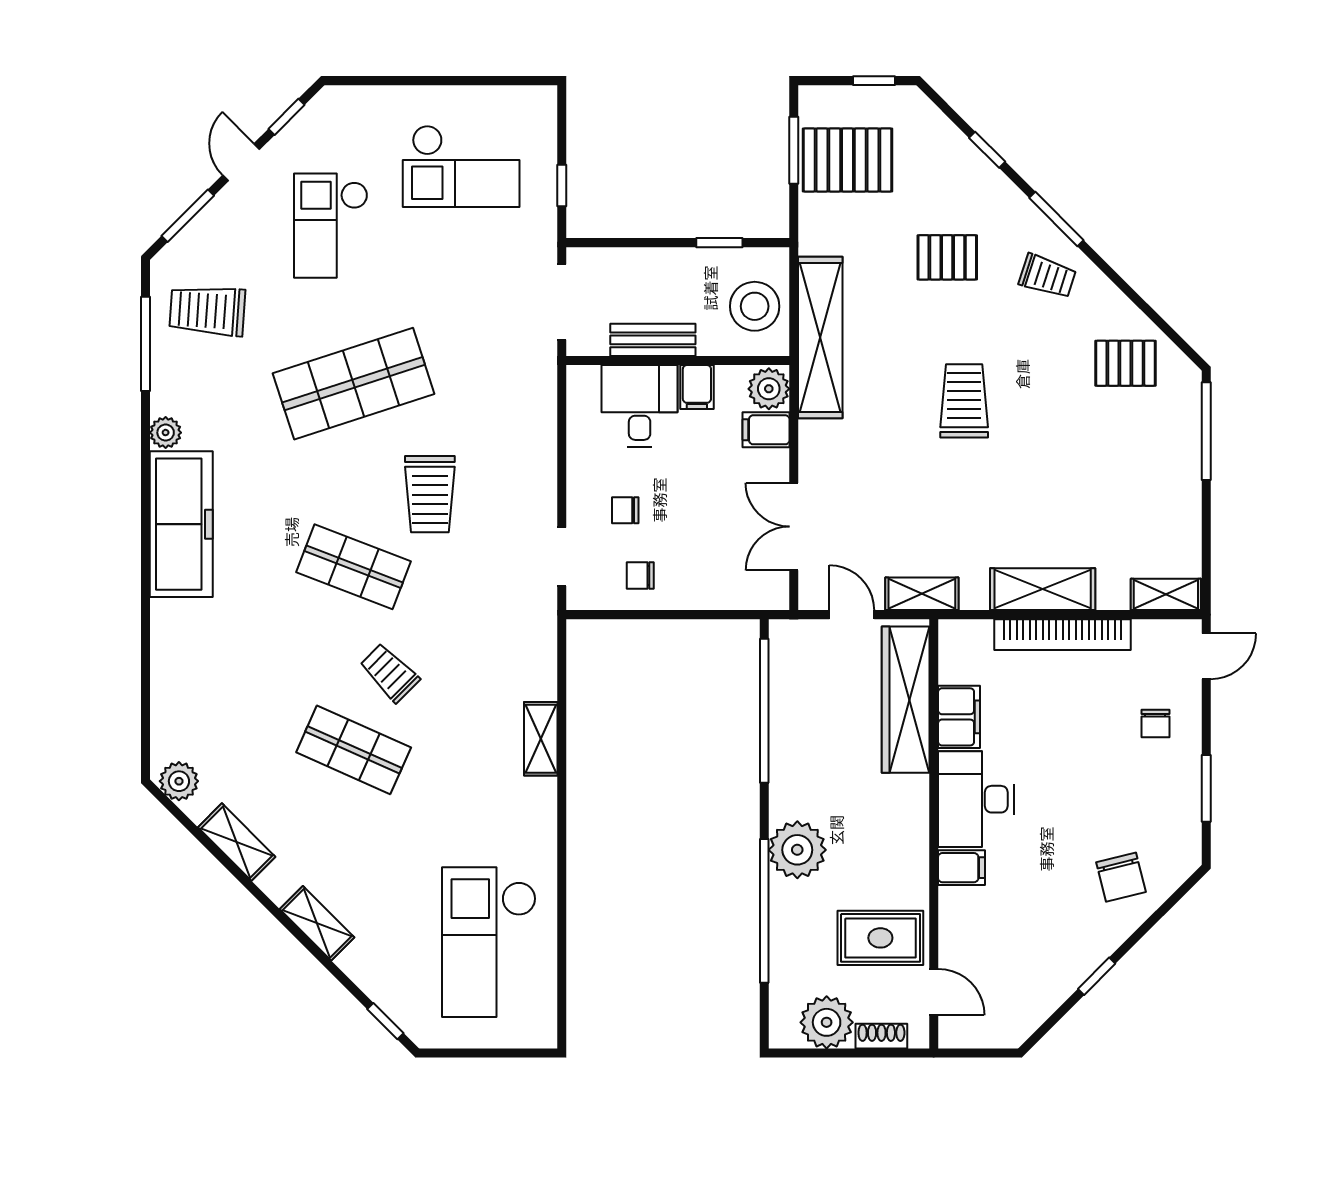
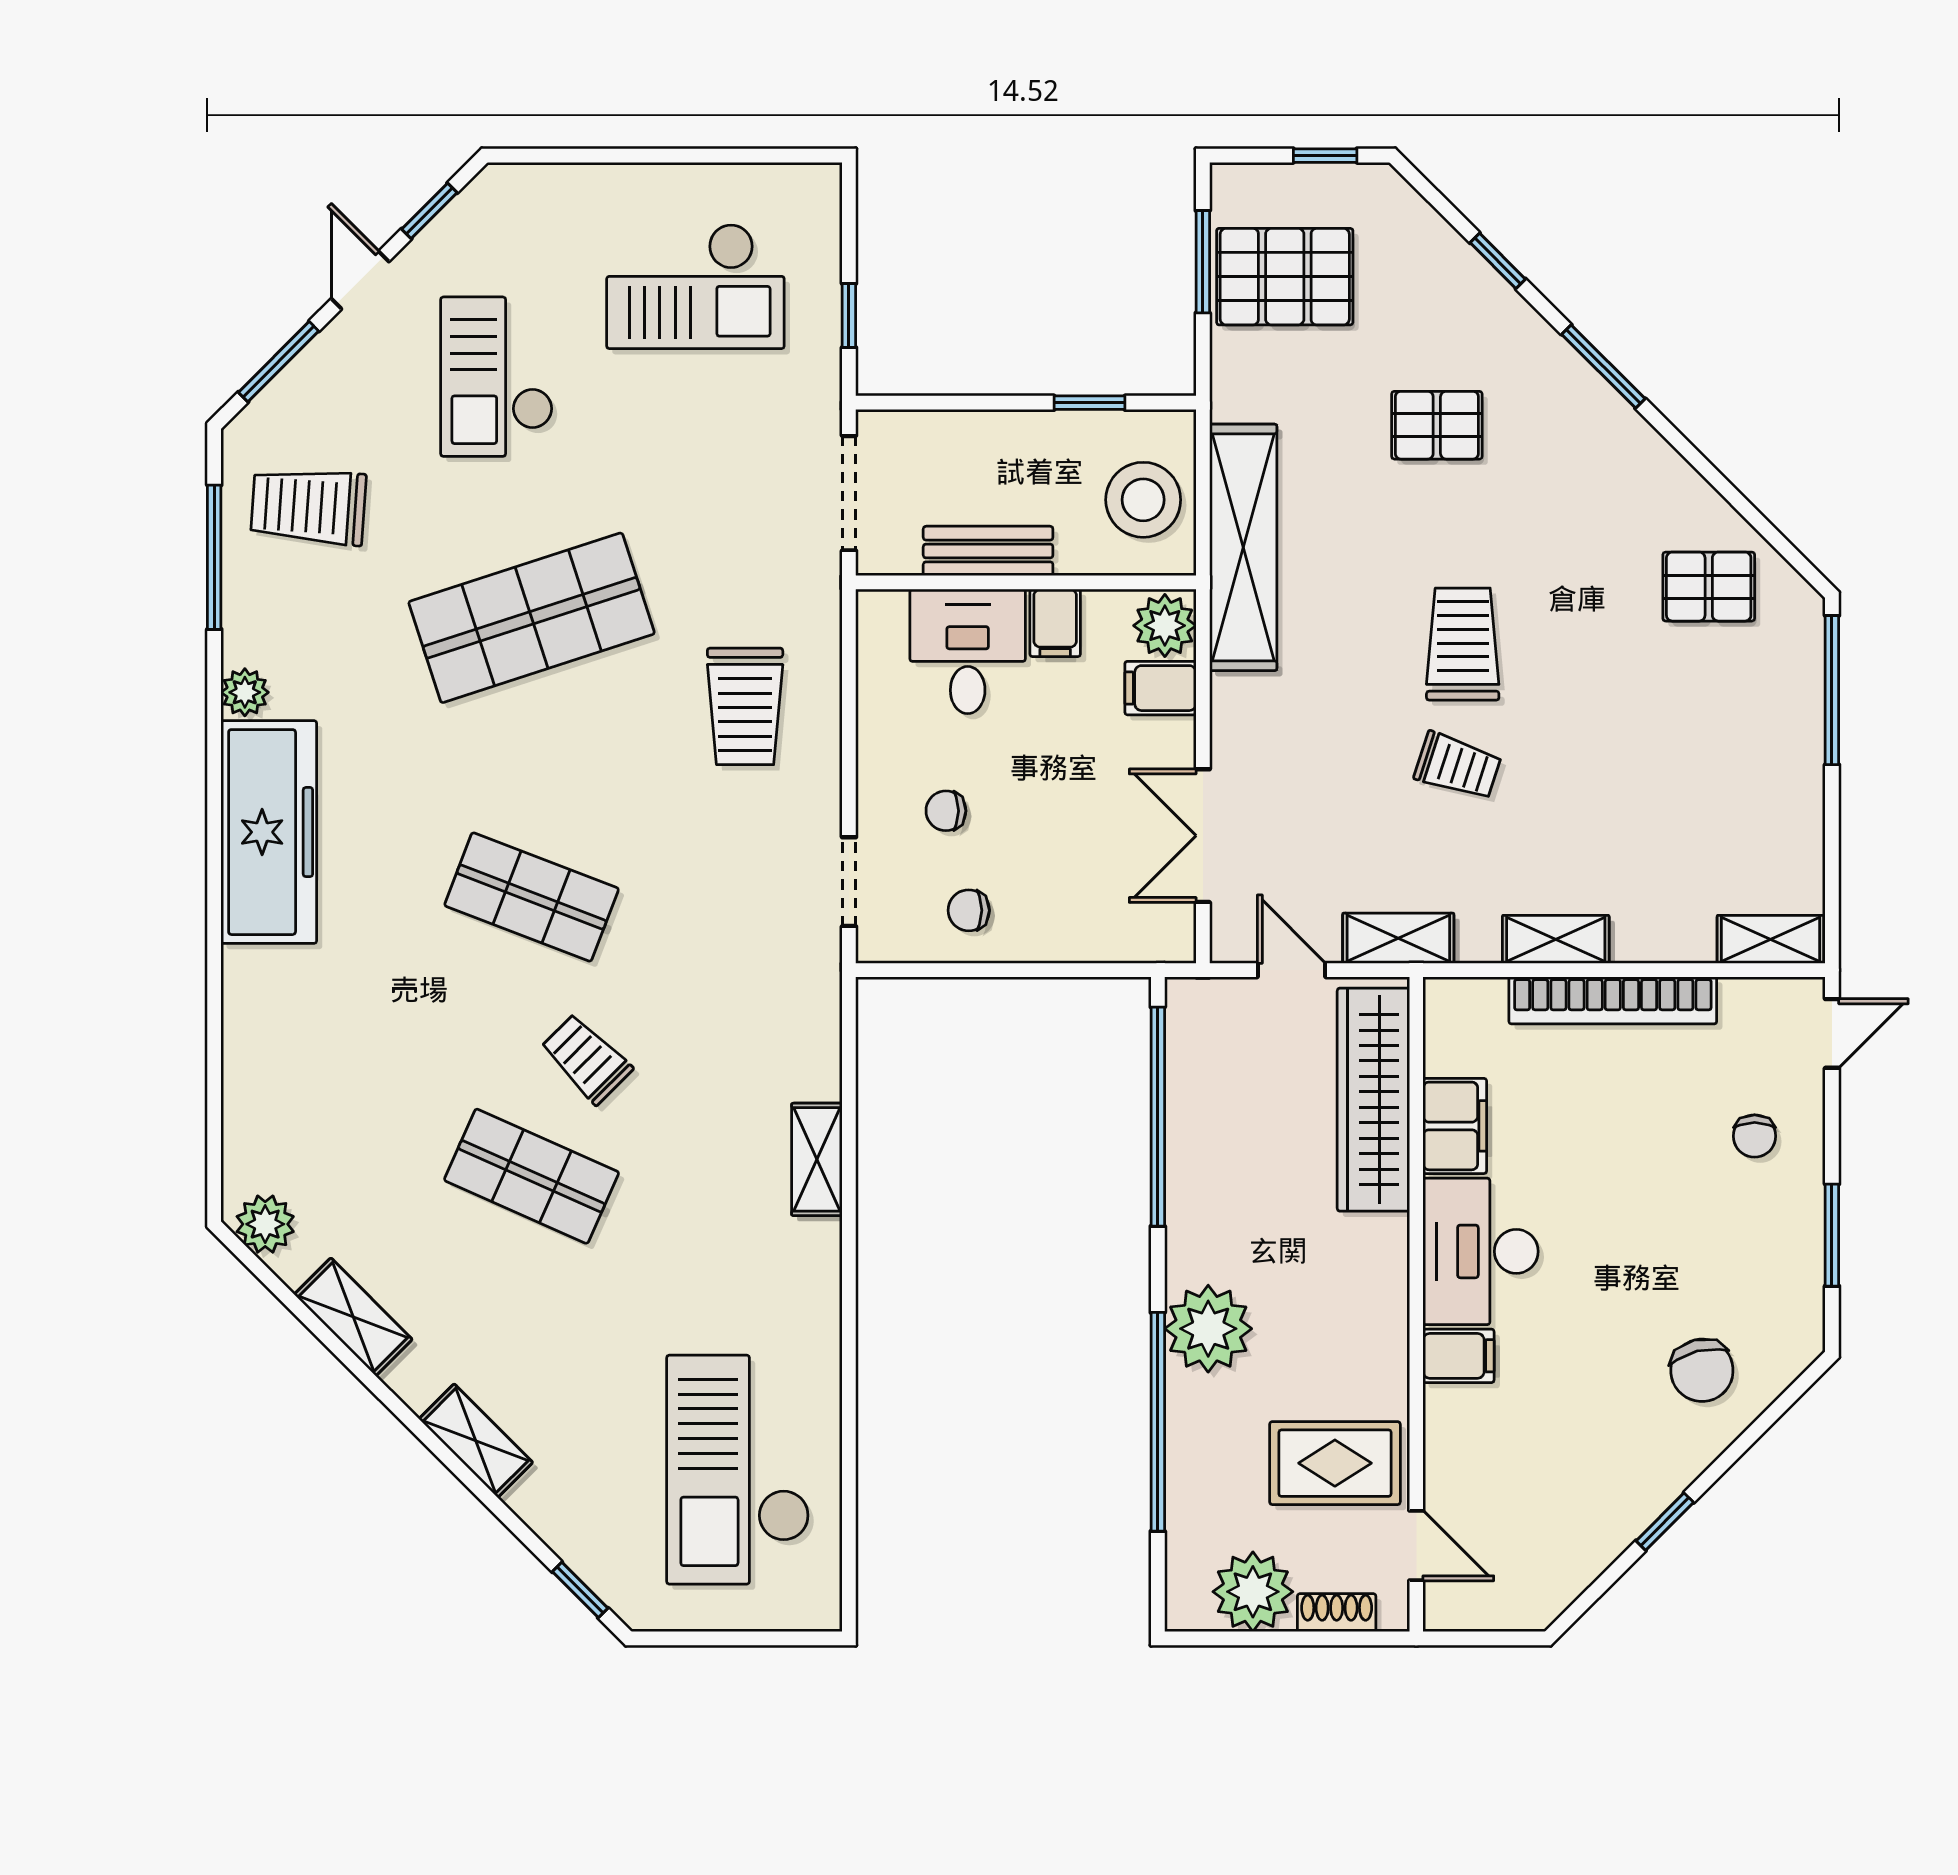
trolley: (1047, 276) -> (1458, 766), moved
trolley: (430, 494) -> (745, 706), moved
shelving: (1043, 589) -> (1556, 939), width x0.67, depth x0.75

